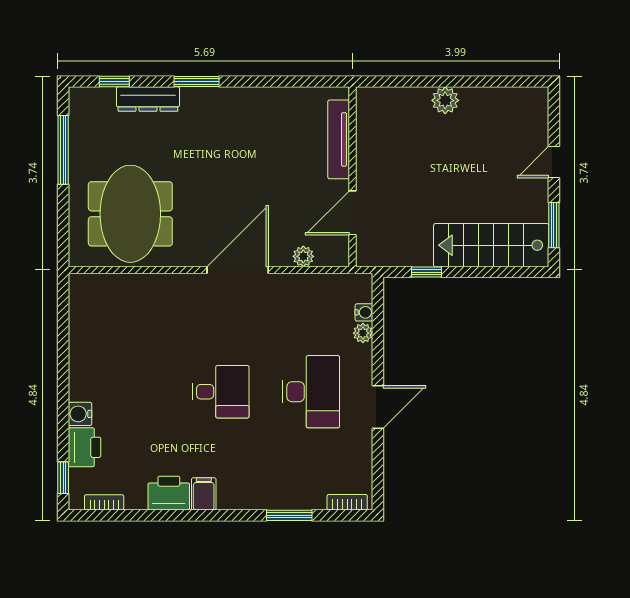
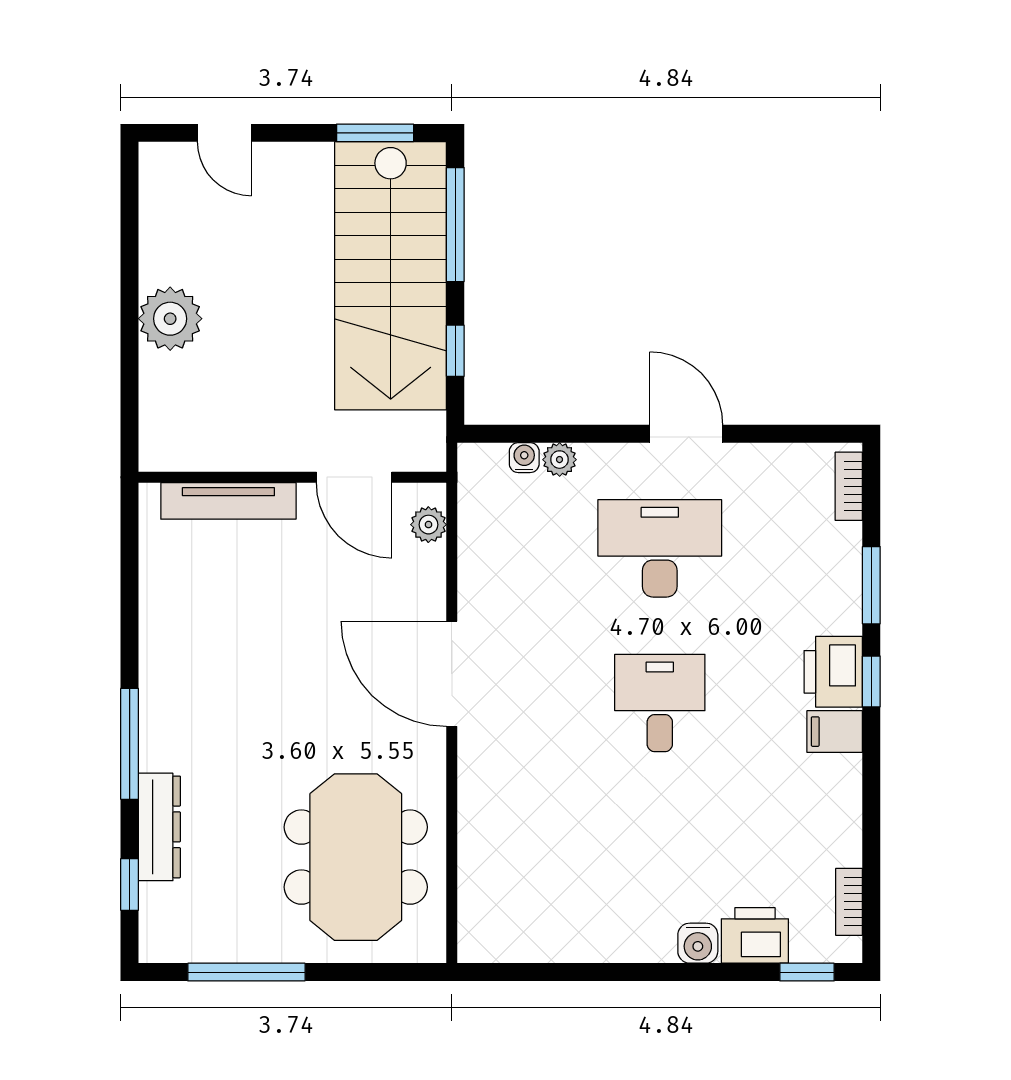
window: (197, 82) -> (130, 744), width x1.44
plant: (445, 100) -> (170, 319), width x1.36, depth x1.36
door: (554, 162) -> (224, 133), moved
meeting table: (130, 214) -> (356, 857), turned 90
stairs: (491, 245) -> (391, 276), width x1.36, depth x1.51
plant: (303, 256) -> (428, 525), moved
window: (500, 272) -> (455, 225), added
printer: (169, 493) -> (833, 672), moved
window: (233, 515) -> (871, 681), added

